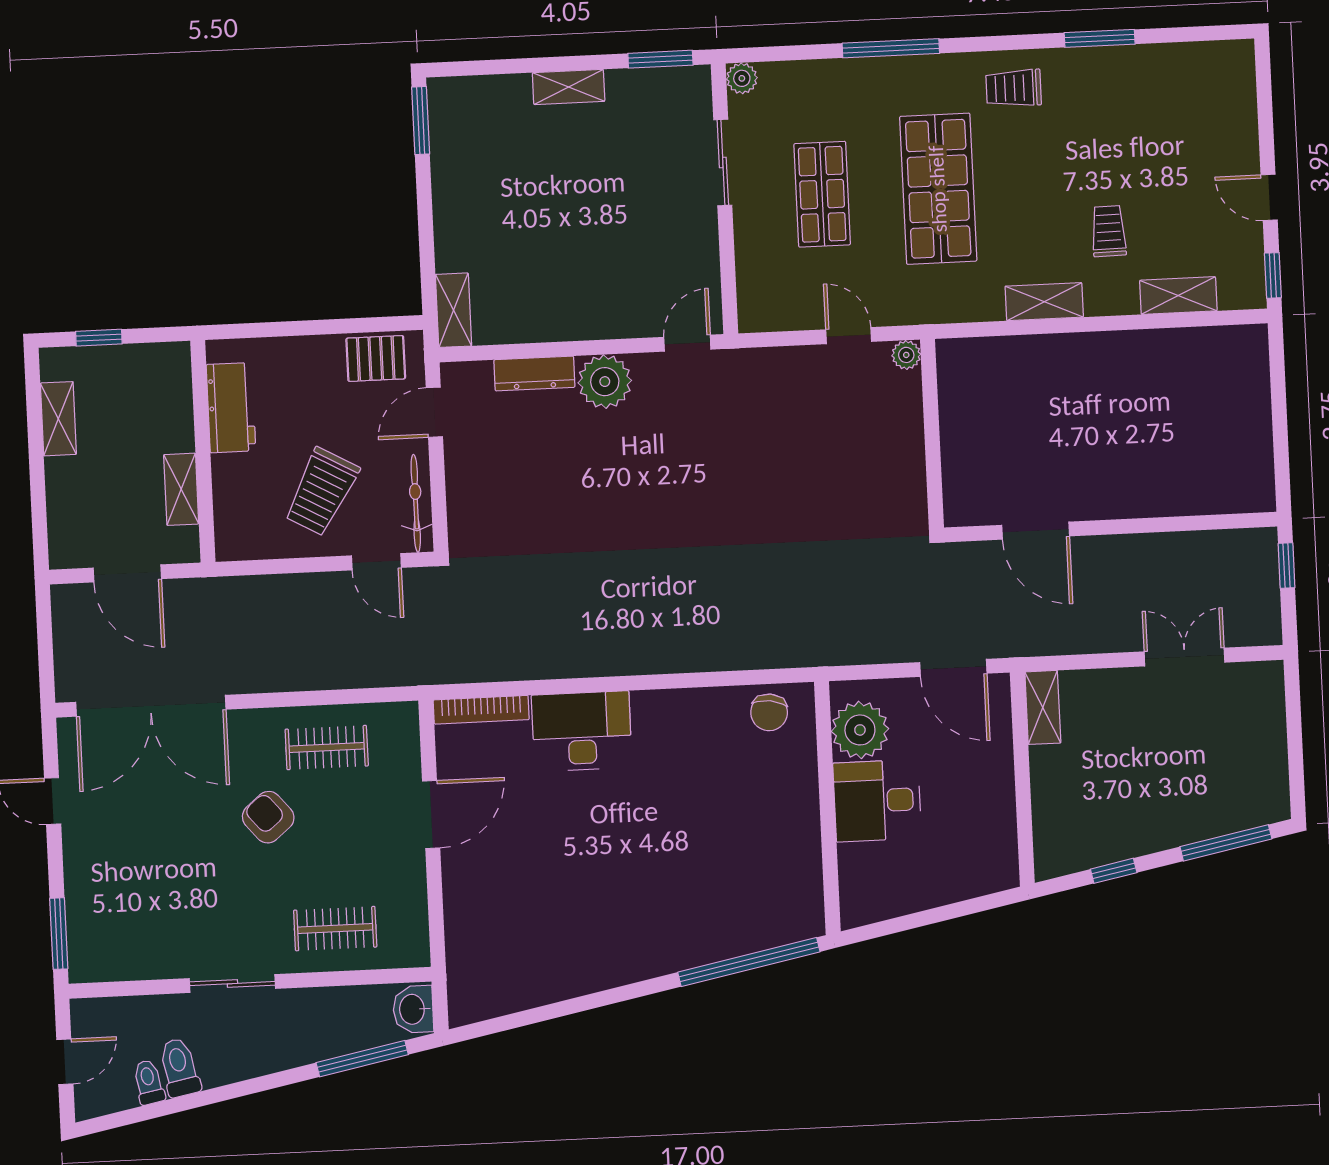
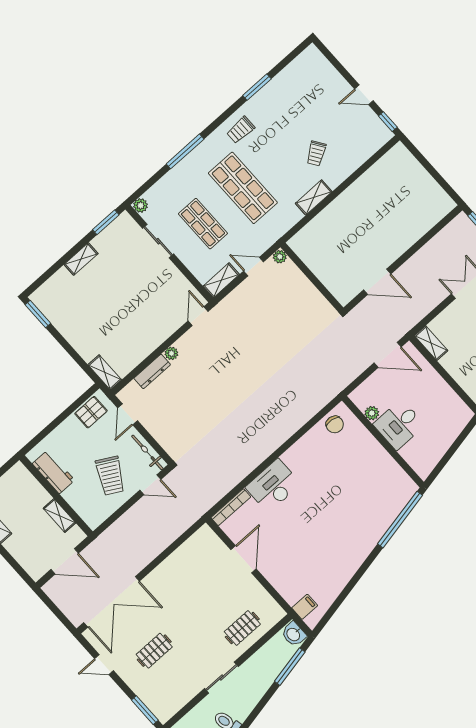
trolley: (1109, 231) -> (316, 153), turned -123
shelving: (1178, 296) -> (221, 280), moved
plant: (605, 382) -> (171, 353), width x0.53, depth x0.53
plant: (860, 730) -> (372, 413), width x0.53, depth x0.53
clothes rail: (327, 748) -> (154, 651), moved
armchair: (268, 817) -> (186, 608), removed
filing cabinet: (469, 978) -> (305, 607), added

